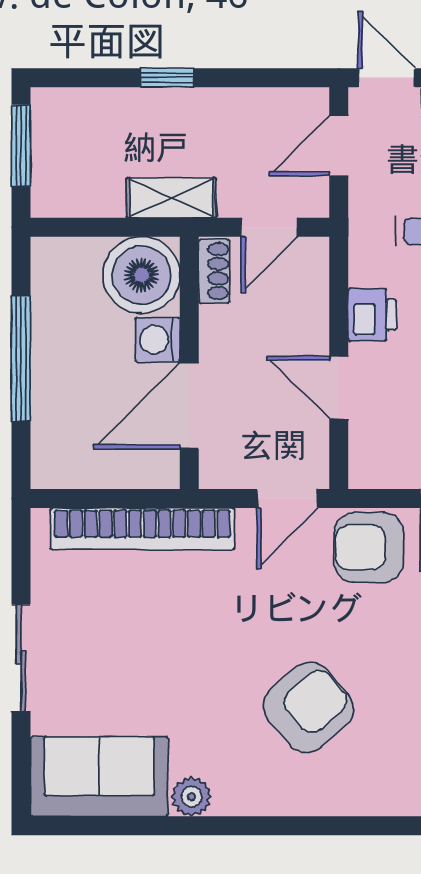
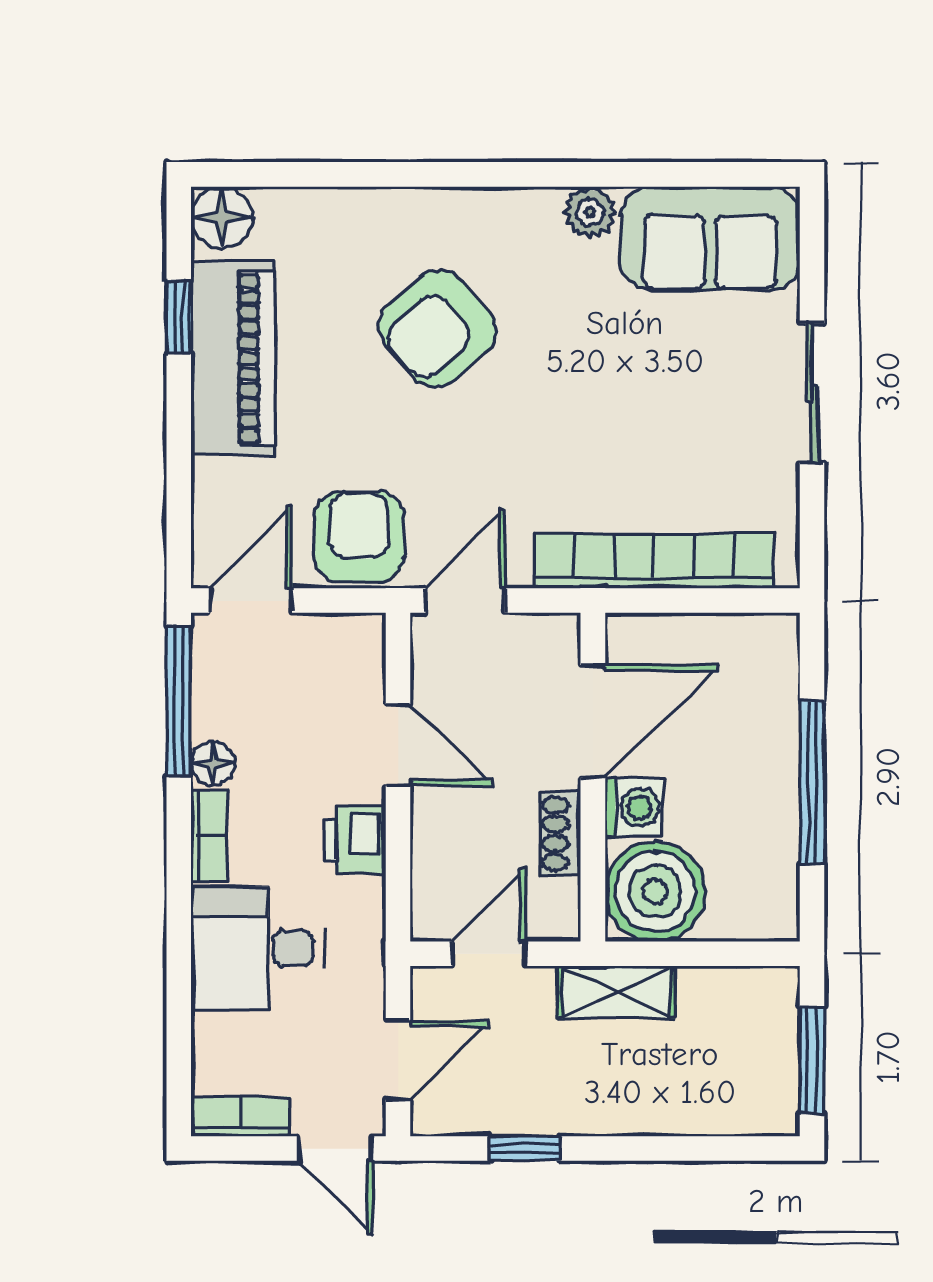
window: (167, 78) -> (525, 1149), moved
shoe rack: (214, 271) -> (561, 834), moved
armchair: (369, 547) -> (359, 537), turned -90

